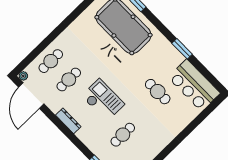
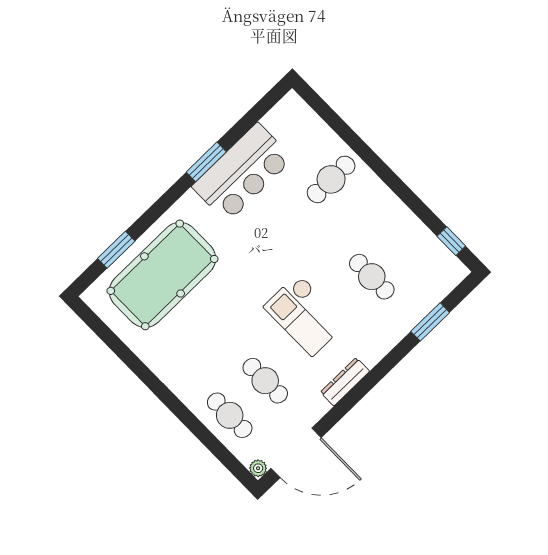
bar counter: (194, 85) -> (242, 173), moved
cafe table: (158, 92) -> (331, 179), moved
checkout: (103, 100) -> (305, 315), turned -90

